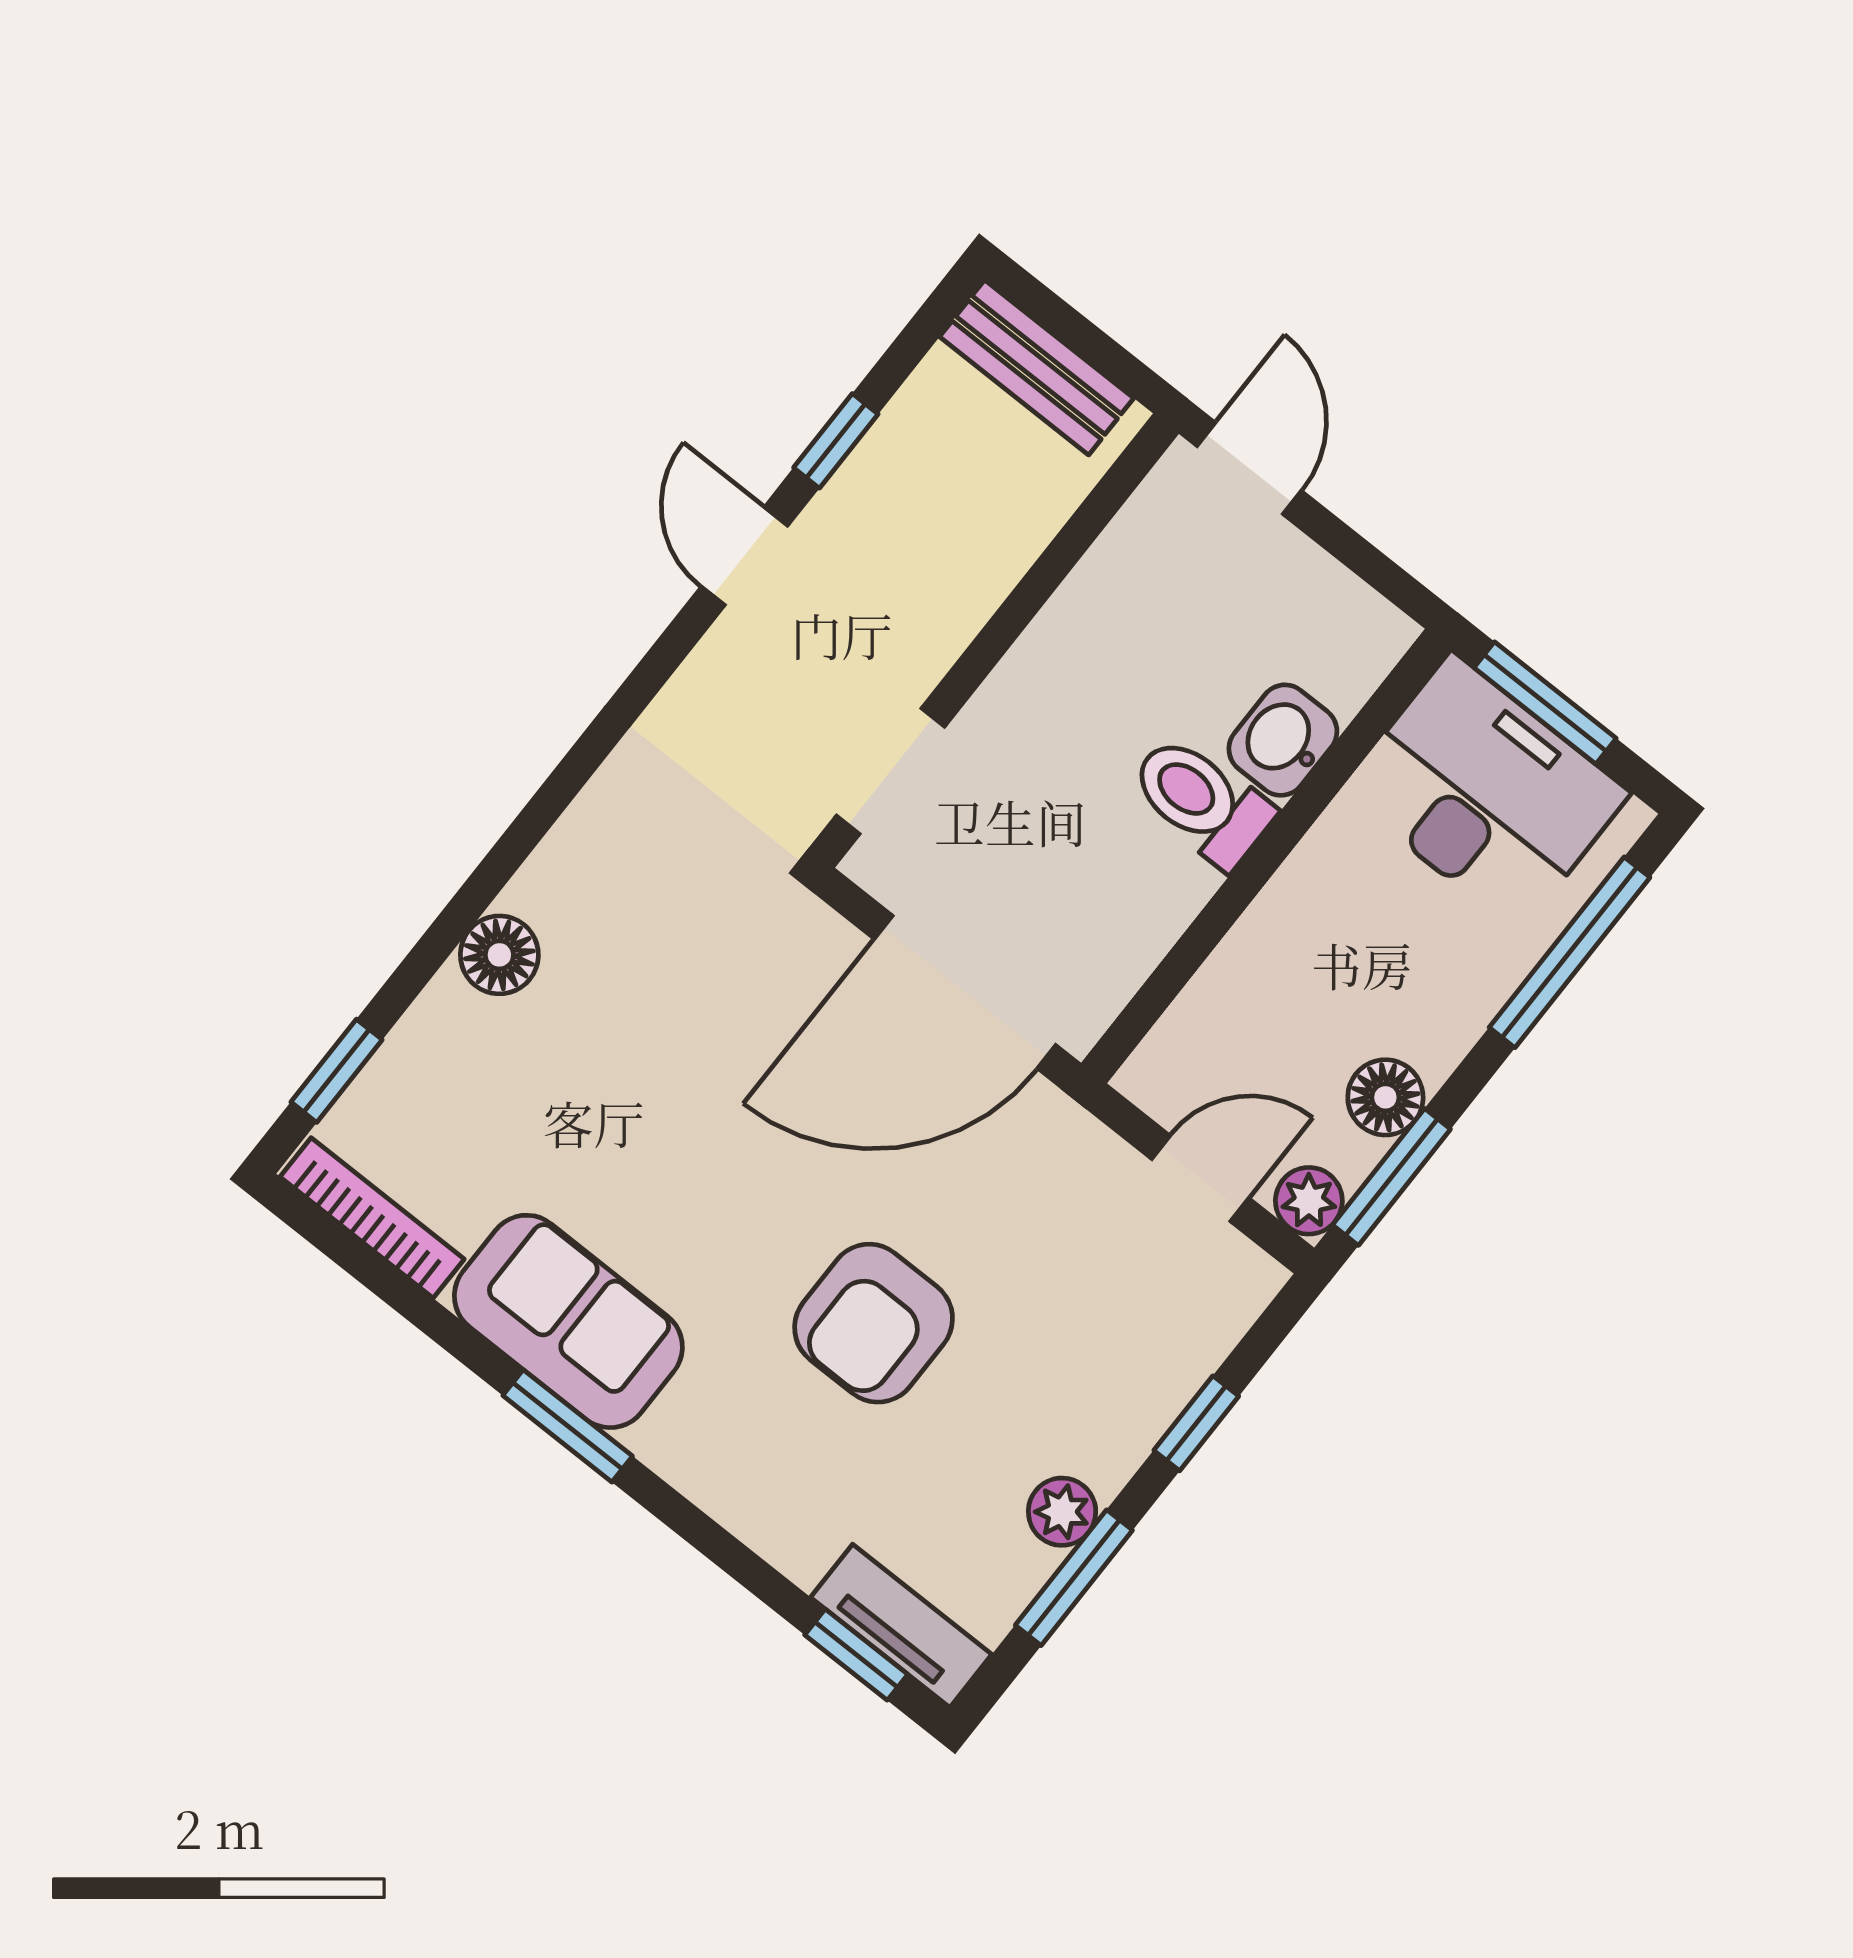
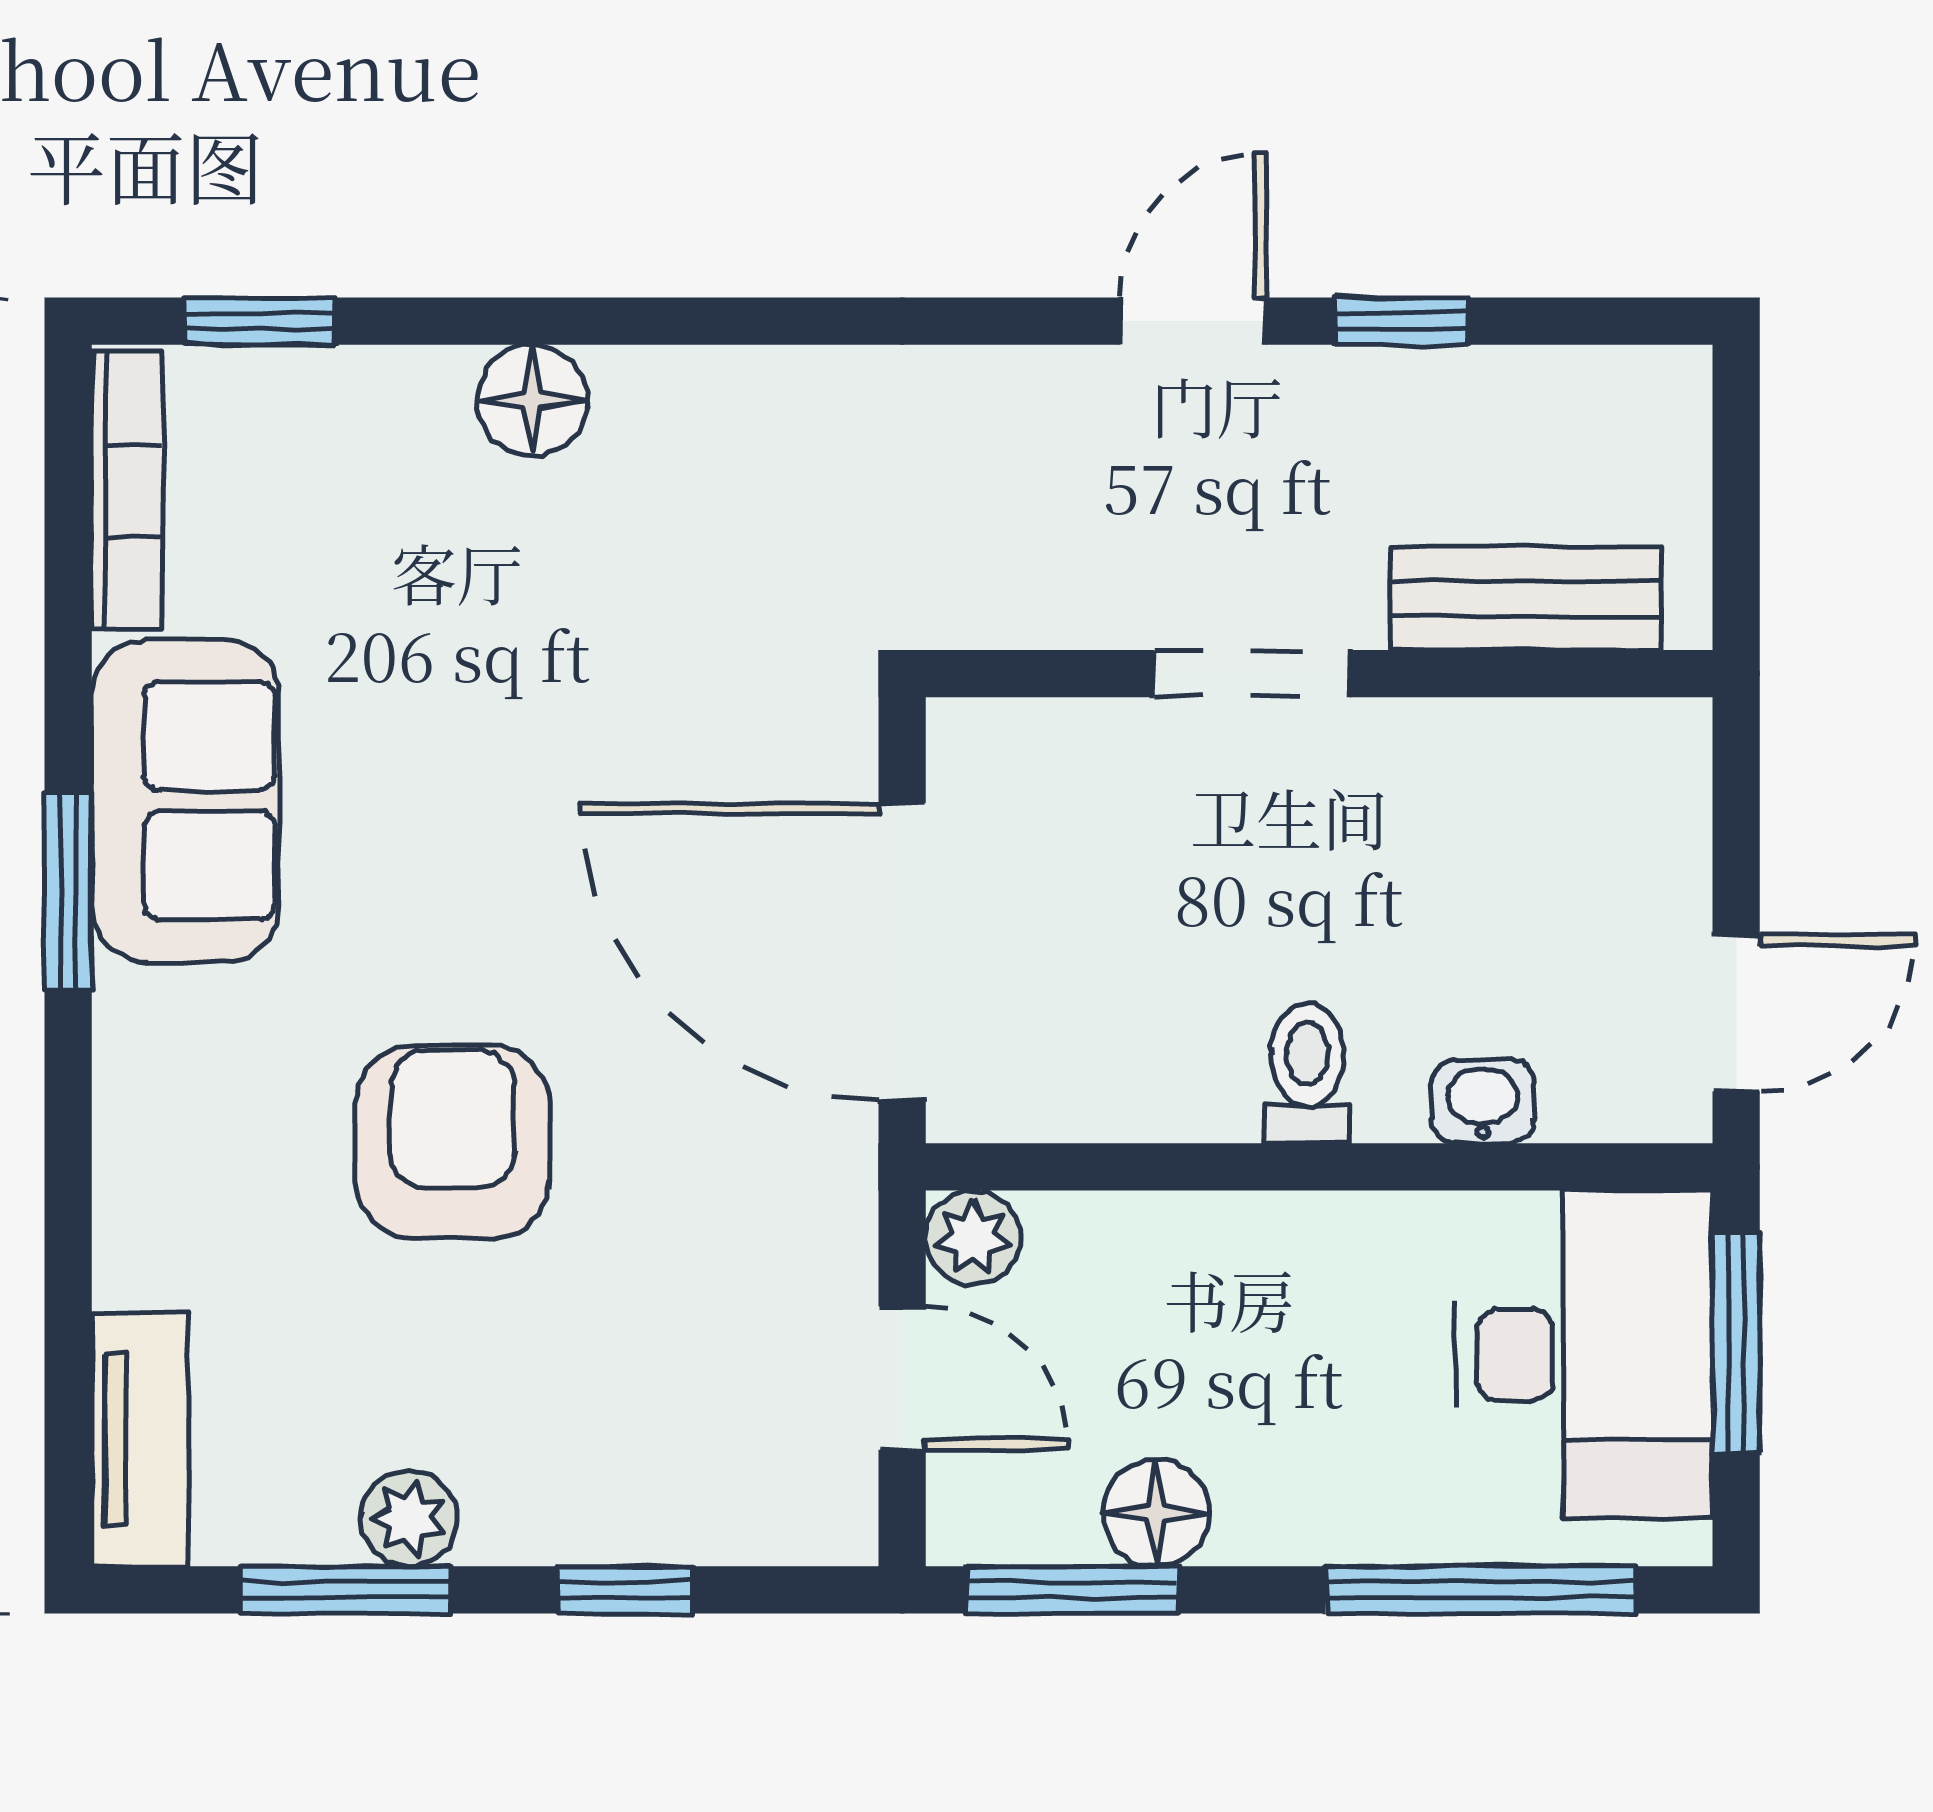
bench: (1037, 367) -> (1525, 598), moved, turned 90
door: (1249, 468) -> (1736, 1013), moved
washbasin: (1283, 740) -> (1483, 1102), width x0.72, depth x0.69
doorway: (890, 771) -> (1252, 674), moved
toilet: (1201, 801) -> (1307, 1073), width x0.73, depth x0.72
plant: (1309, 1201) -> (973, 1238), moved
armchair: (874, 1323) -> (453, 1142), turned 90
window: (856, 1655) -> (68, 1415), removed

